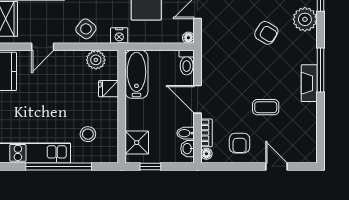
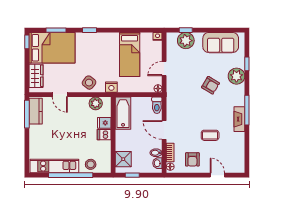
door: (43, 47) -> (60, 95), hinge flipped
dishwasher: (108, 106) -> (104, 135), added
stool: (88, 134) -> (91, 164), moved

